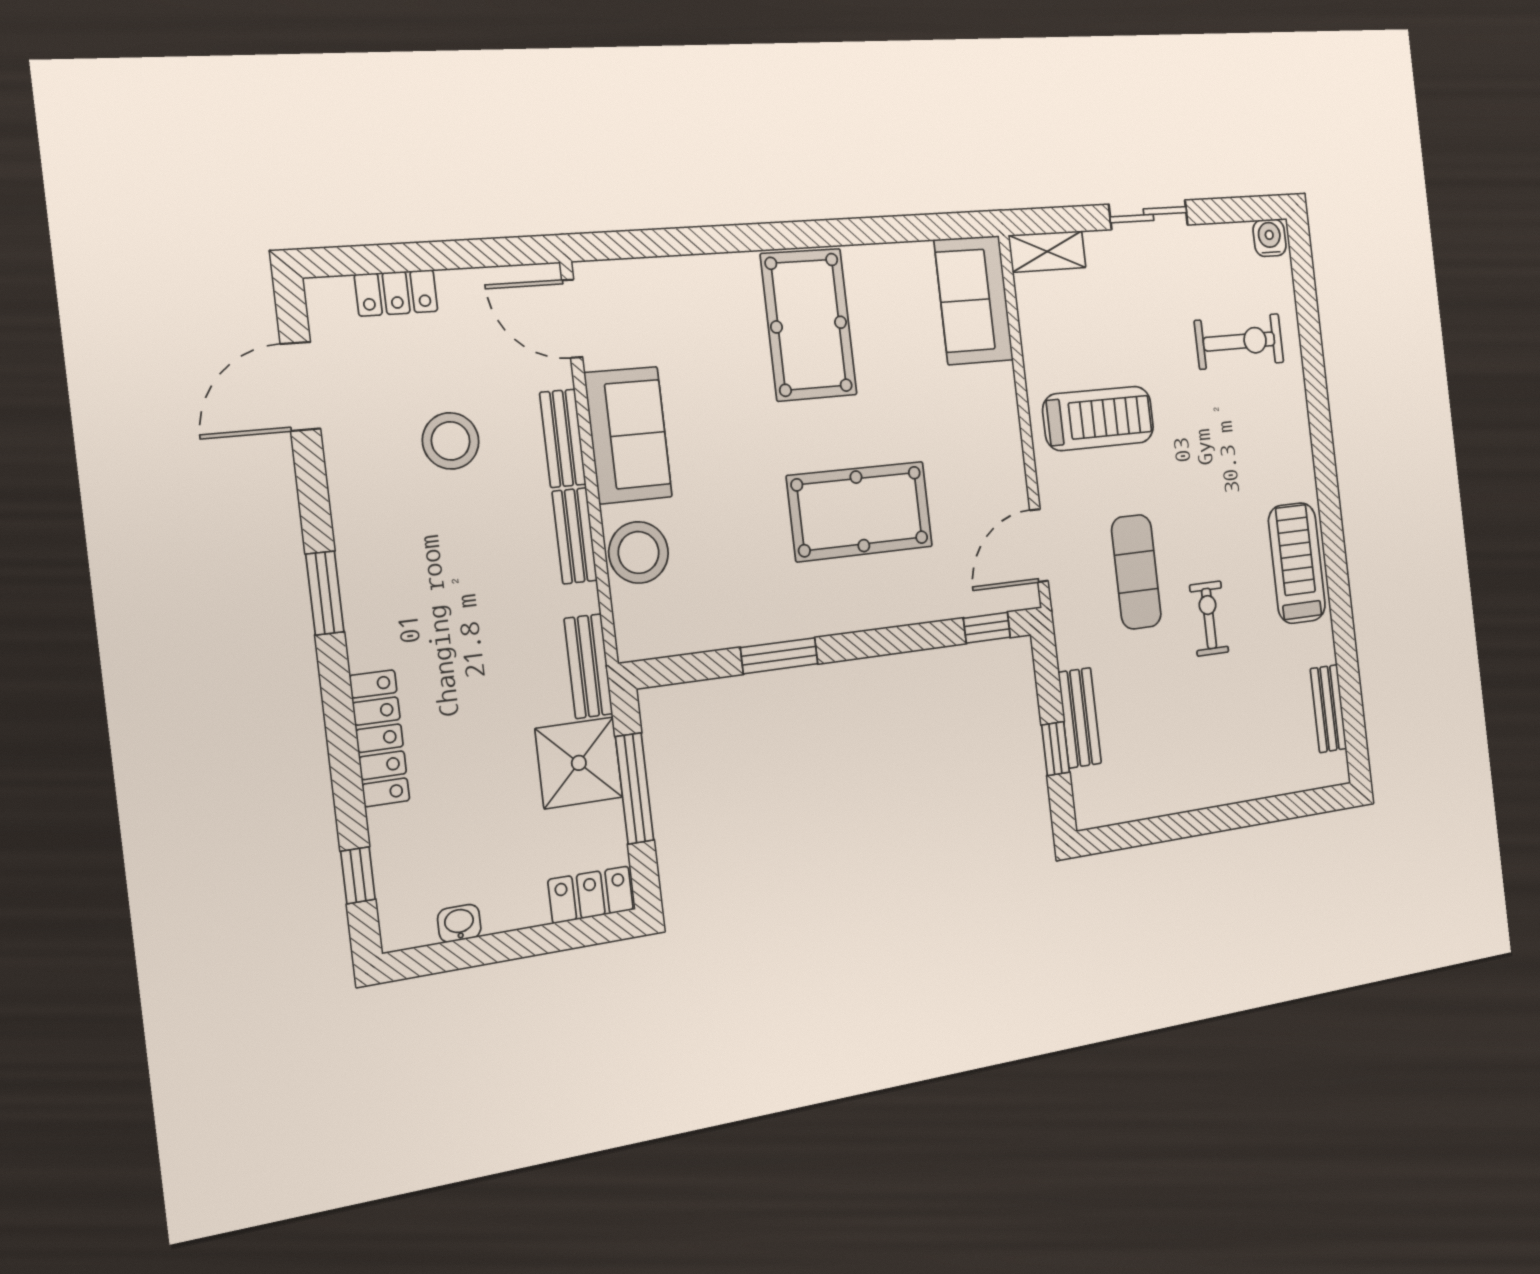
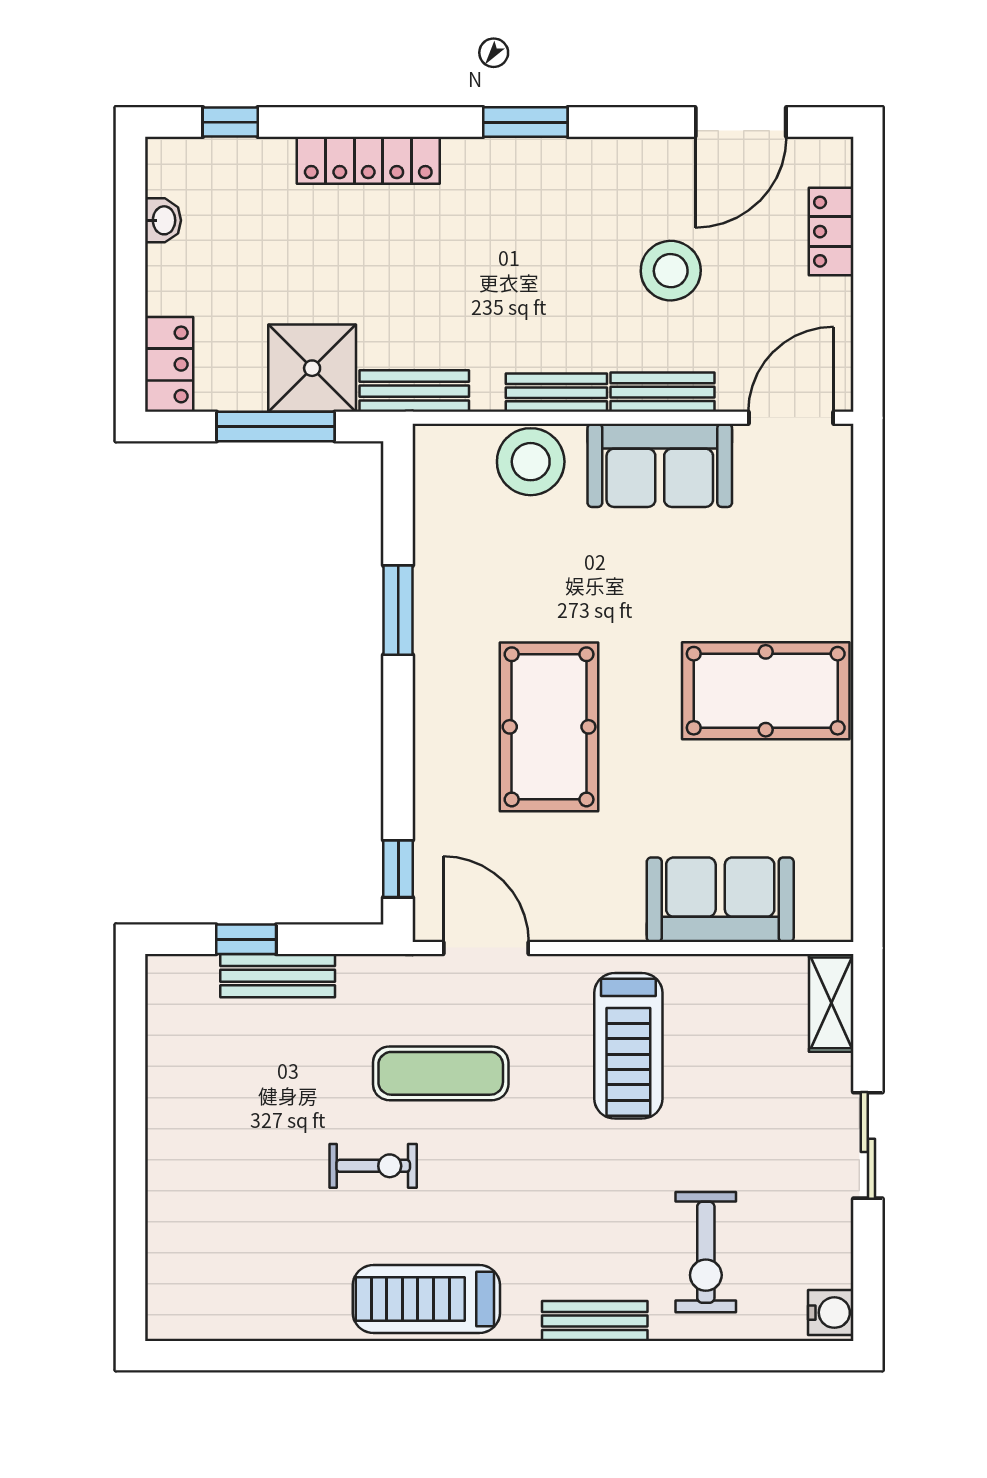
sofa: (974, 300) -> (720, 900), moved
door: (300, 386) -> (741, 122), swing flipped
treadmill: (1297, 563) -> (426, 1299), turned 180
bench: (1328, 709) -> (595, 1321), moved

